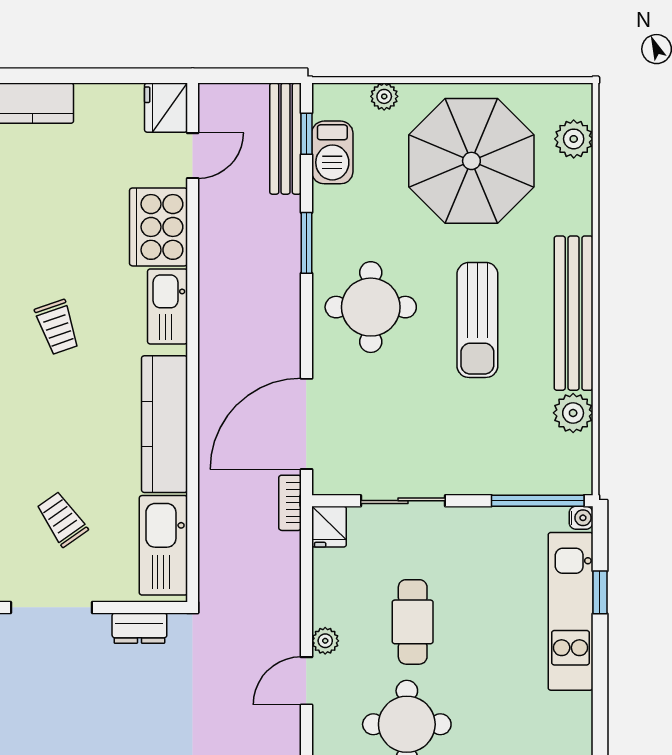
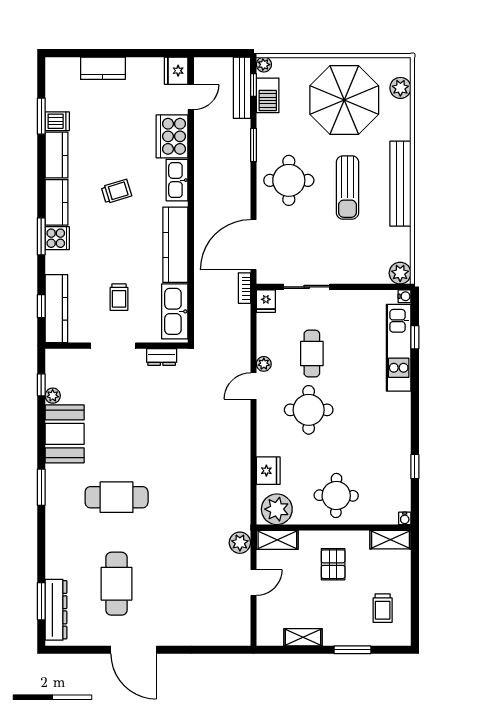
plant: (384, 96) -> (264, 65), moved
trolley: (57, 327) -> (116, 191), turned -88
plant: (573, 413) -> (400, 273), moved
window: (538, 501) -> (381, 287), removed
trolley: (62, 519) -> (119, 297), turned -145

